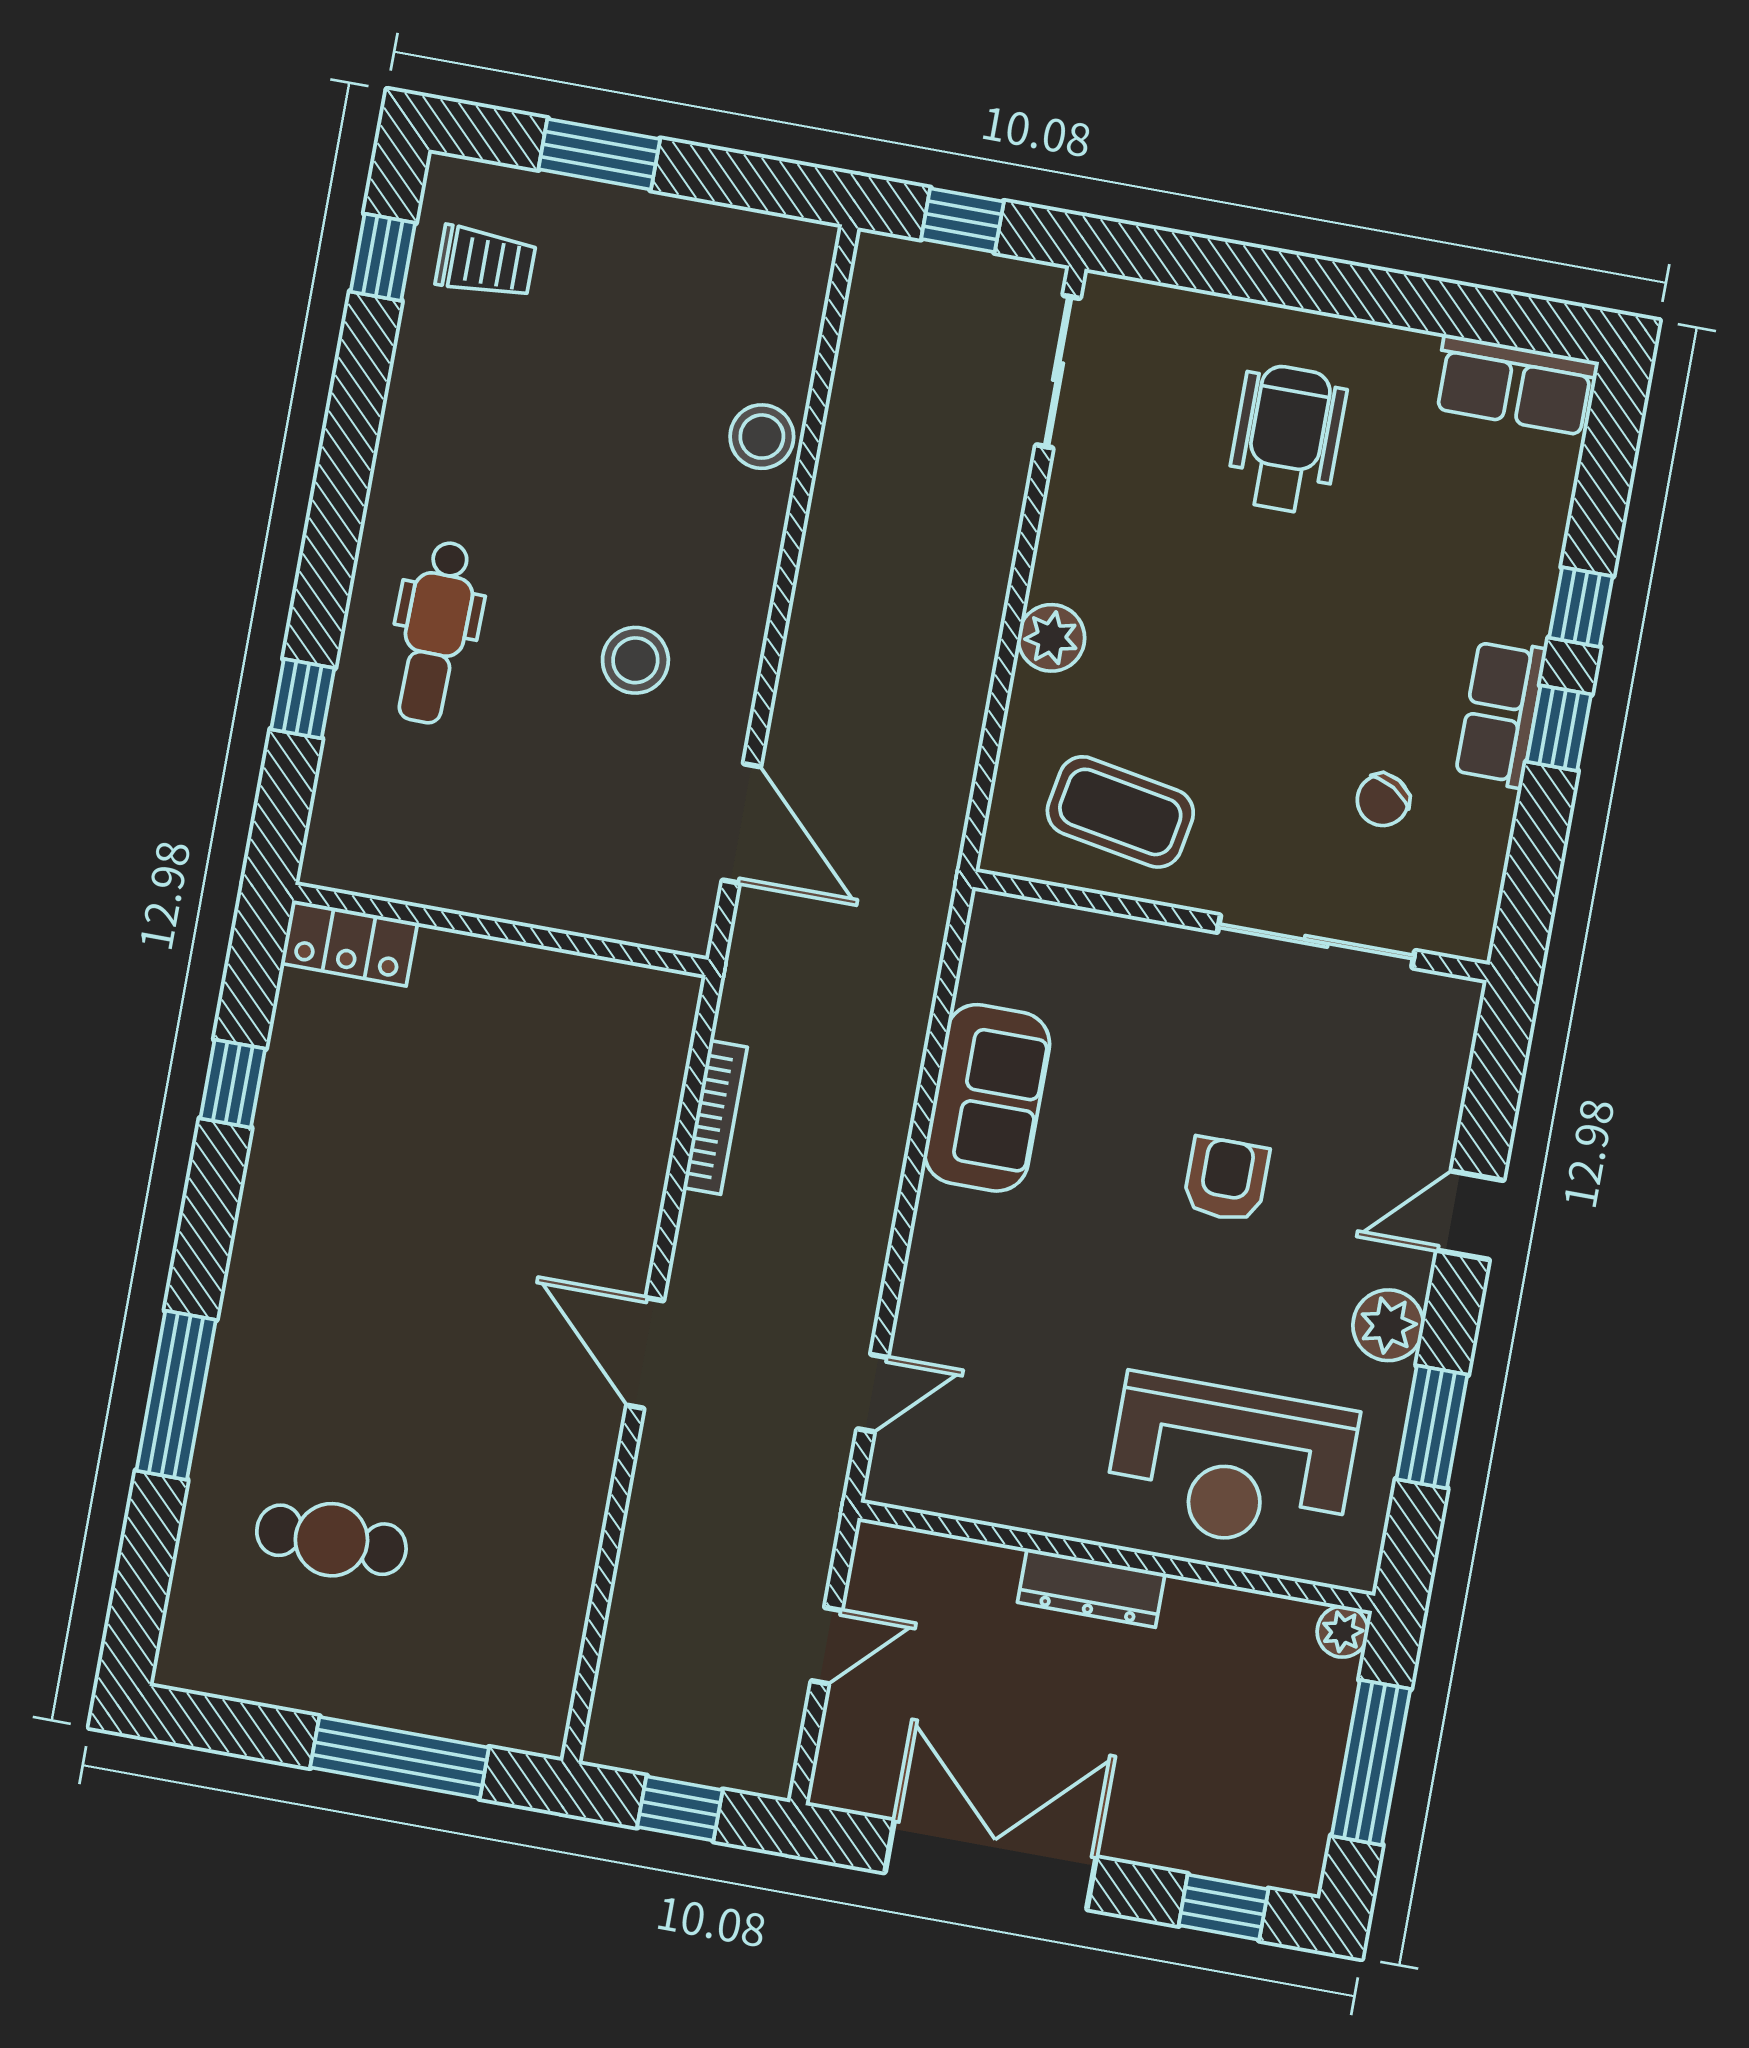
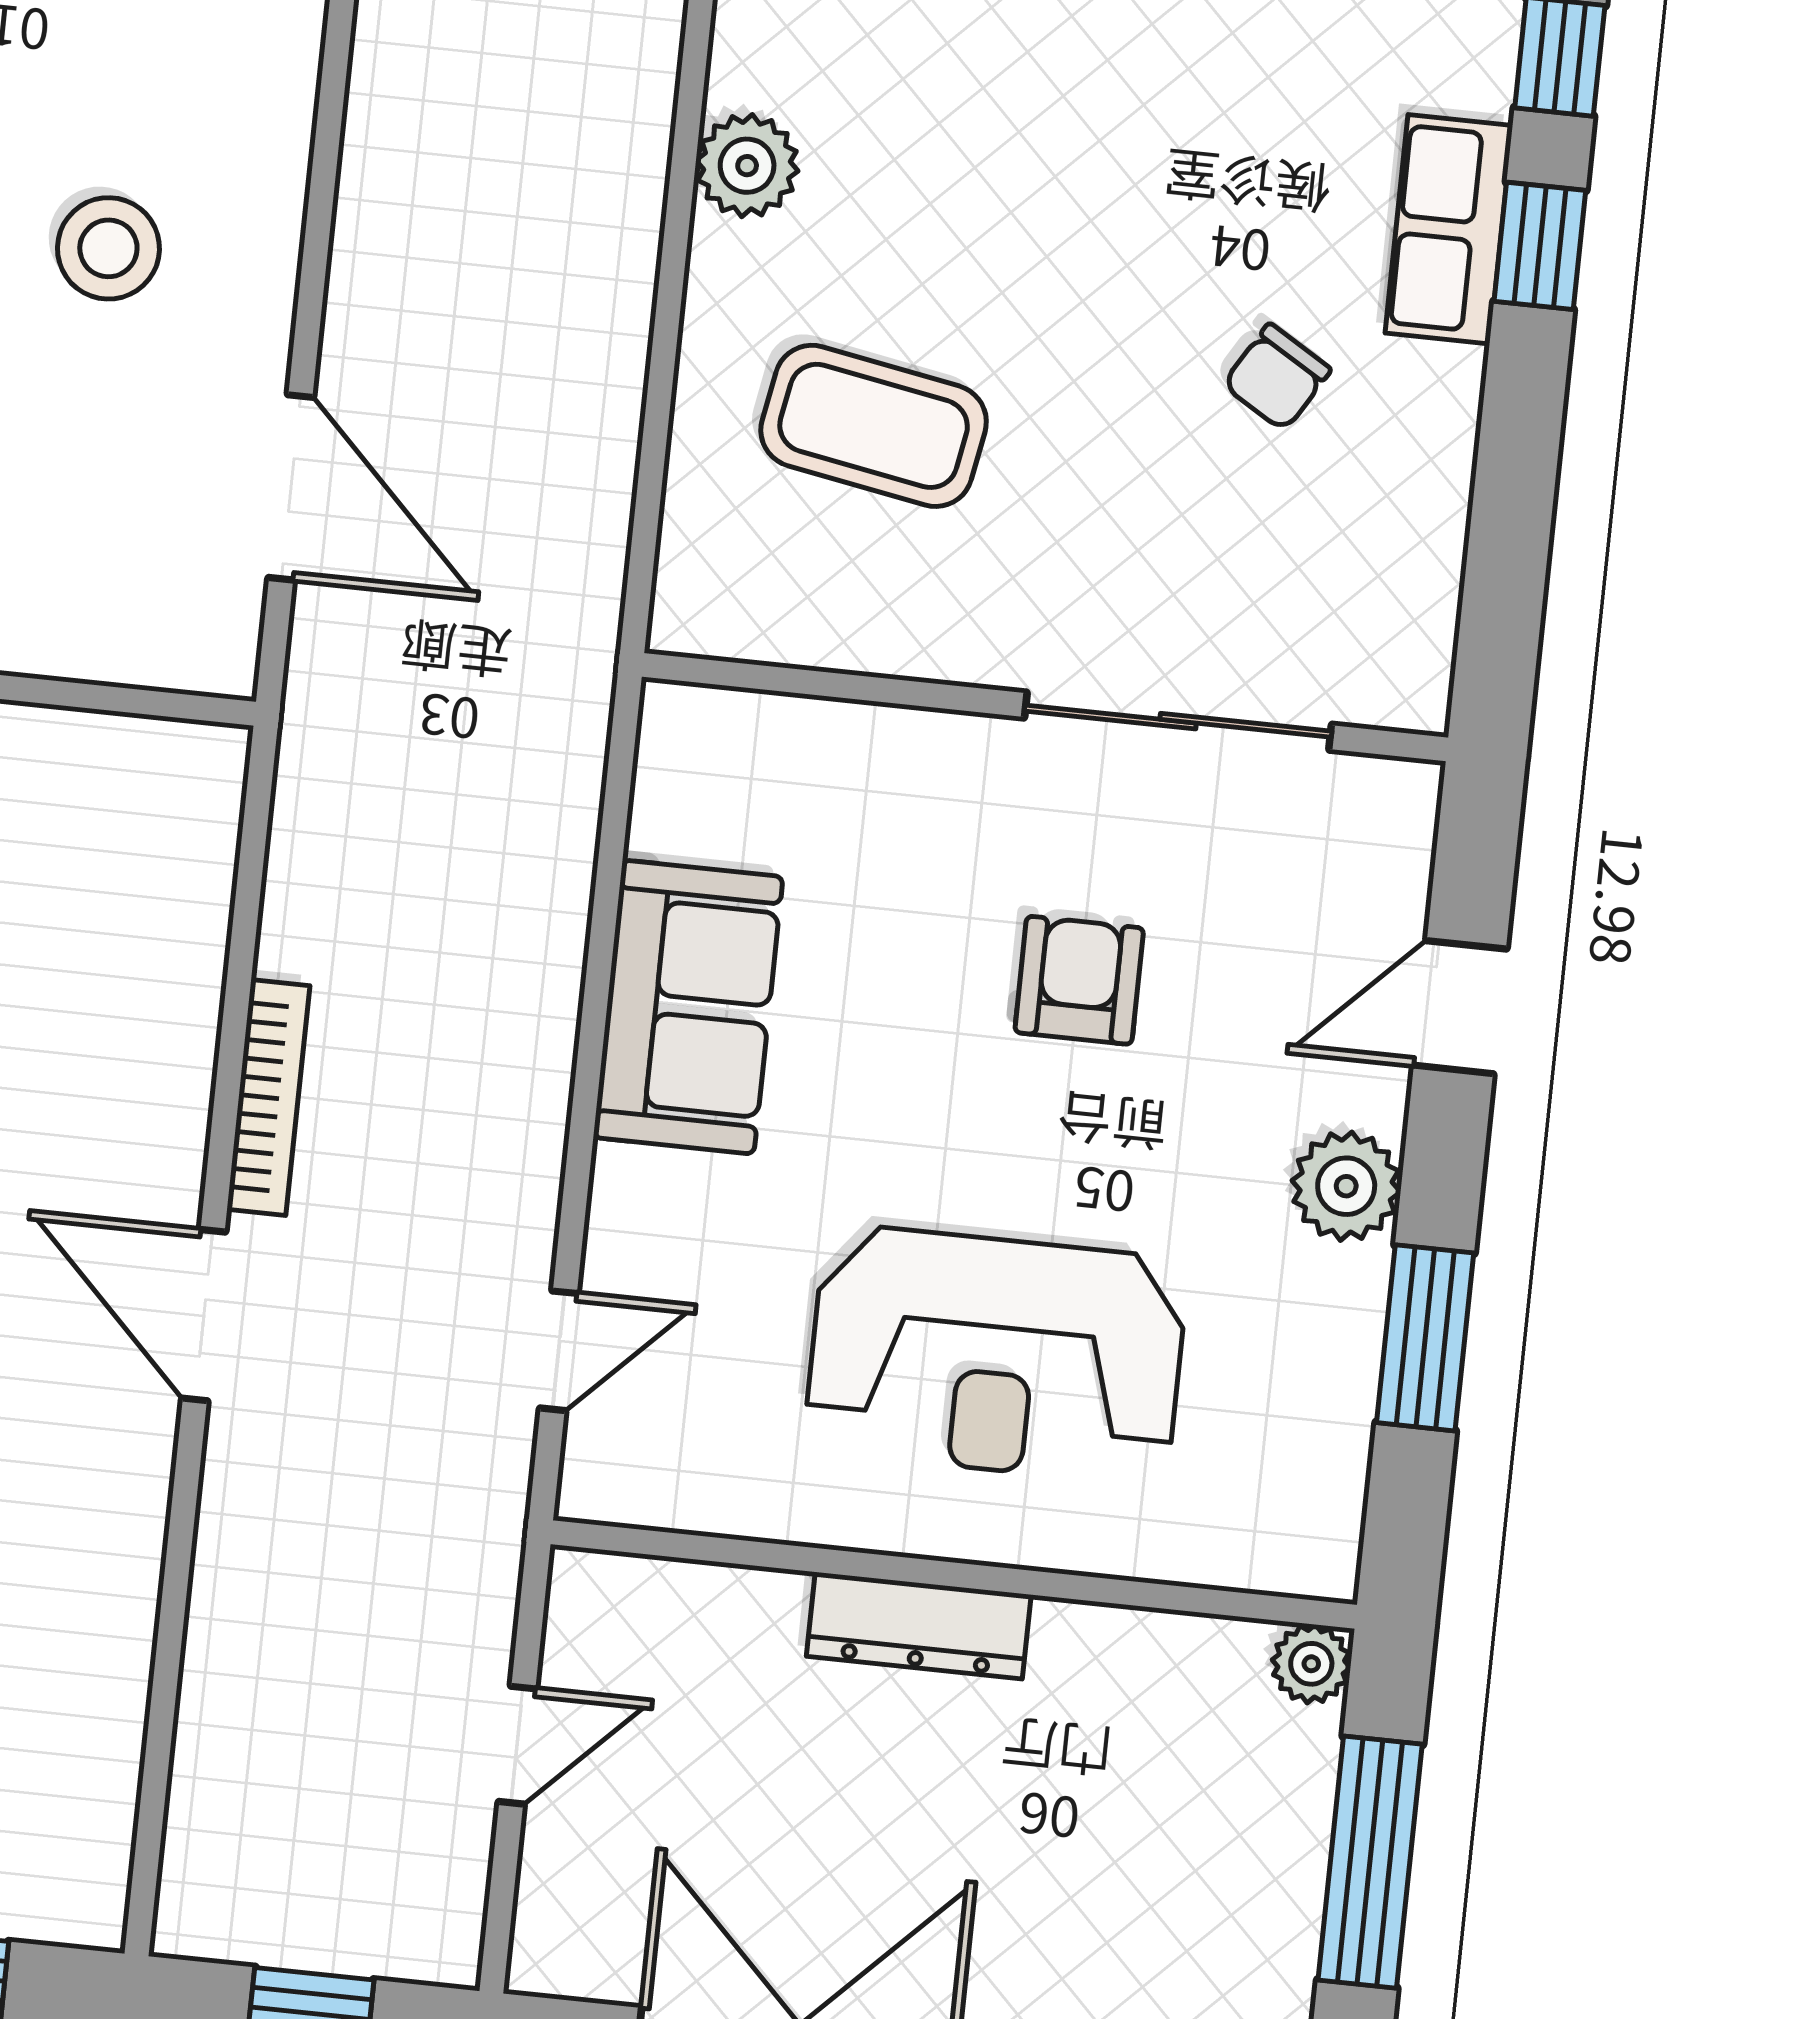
wall: (1231, 926) -> (1045, 707), moved
sliding door: (1316, 941) -> (1178, 721), moved
sofa: (987, 1098) -> (688, 1007), moved
bookcase: (715, 1117) -> (268, 1097), moved
reception desk: (1231, 1464) -> (996, 1355), moved

